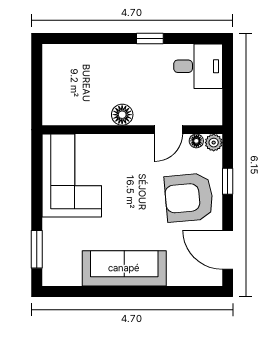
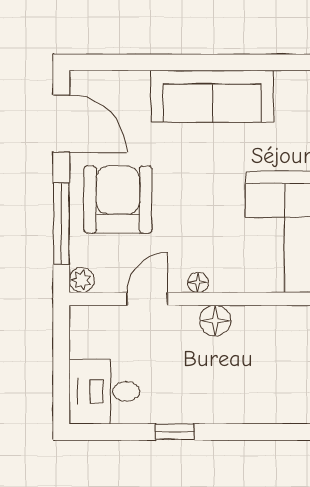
floor lamp: (196, 141) -> (198, 282), moved
window: (228, 181) -> (61, 224), width x2.17
armchair: (189, 198) -> (118, 200), turned -85

